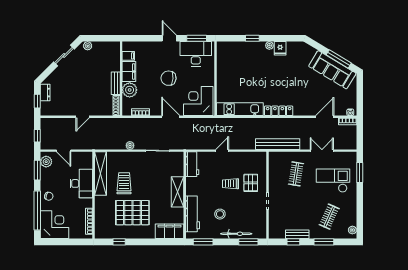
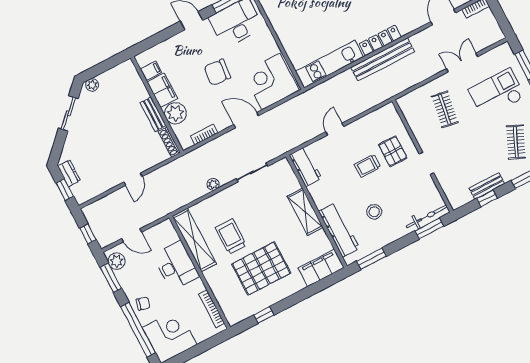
bench: (278, 144) -> (383, 59), moved
bicycle: (236, 234) -> (427, 216), moved

